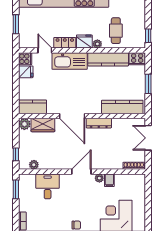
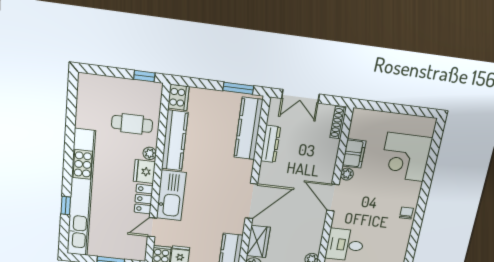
window: (148, 84) -> (238, 88), moved
dresser: (99, 123) -> (271, 144), moved
filing cabinet: (109, 180) -> (354, 153), width x2.00

